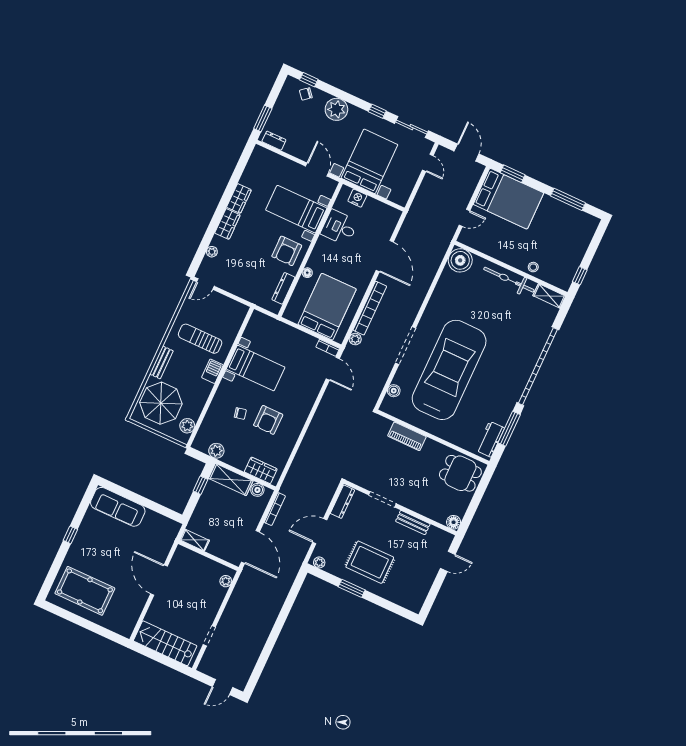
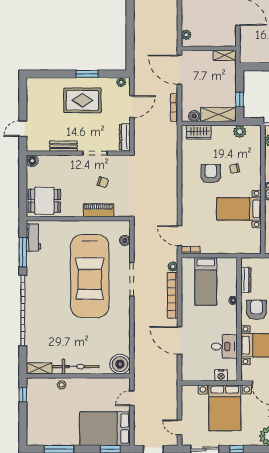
bed: (327, 307) -> (206, 281), width x0.67
chair: (389, 464) -> (103, 182), added

